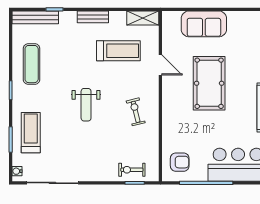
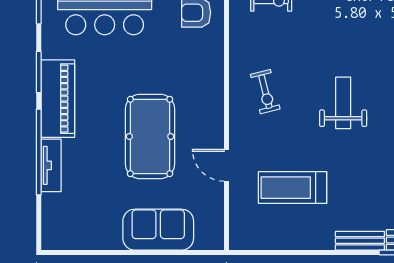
bench: (93, 17) -> (360, 241), moved
shelving: (143, 18) -> (254, 239), removed

